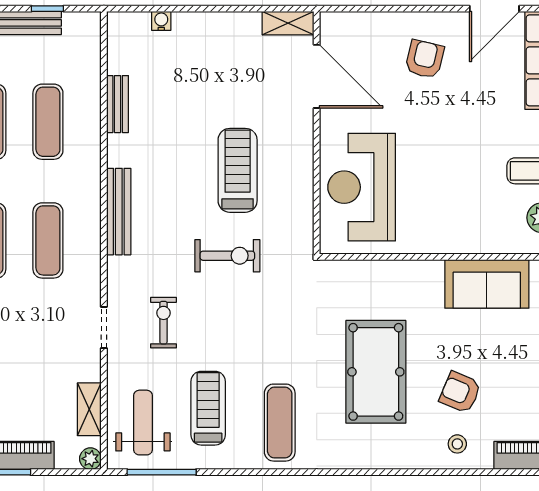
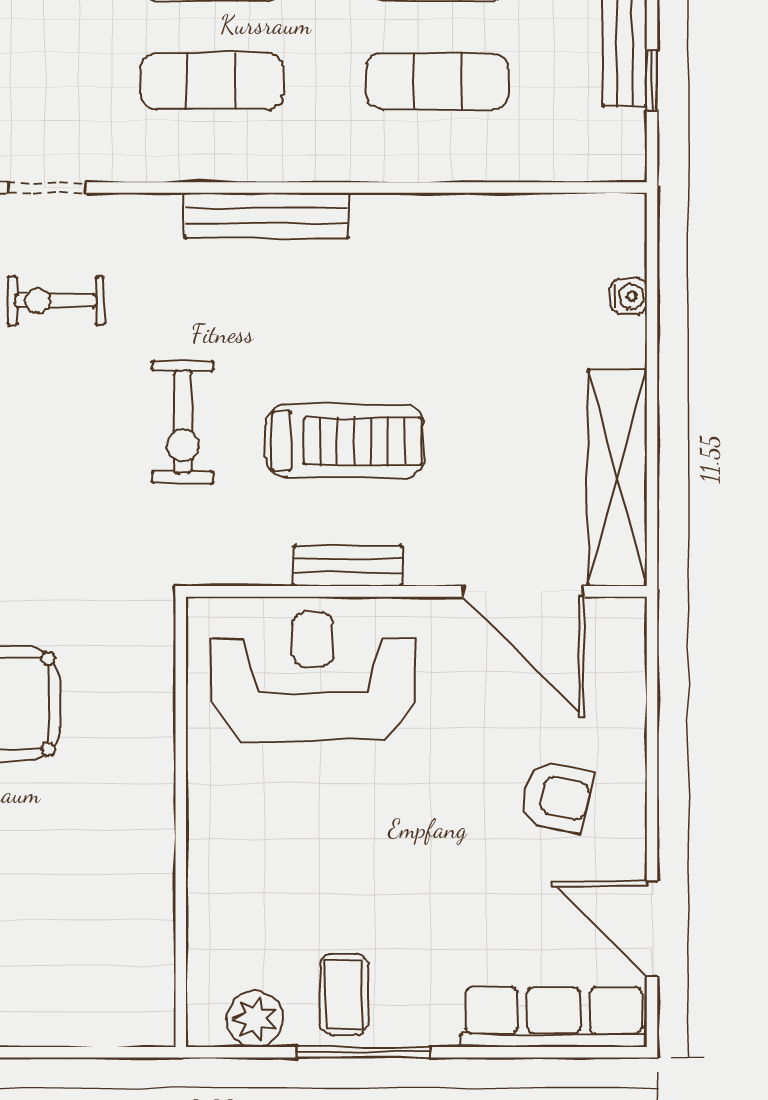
shelving: (288, 23) -> (617, 478), width x2.20, depth x1.33
door: (317, 76) -> (523, 591), hinge flipped
bench: (118, 104) -> (348, 566), moved
sofa: (487, 284) -> (129, 915), removed
exercise bike: (163, 323) -> (56, 301), turned 180

